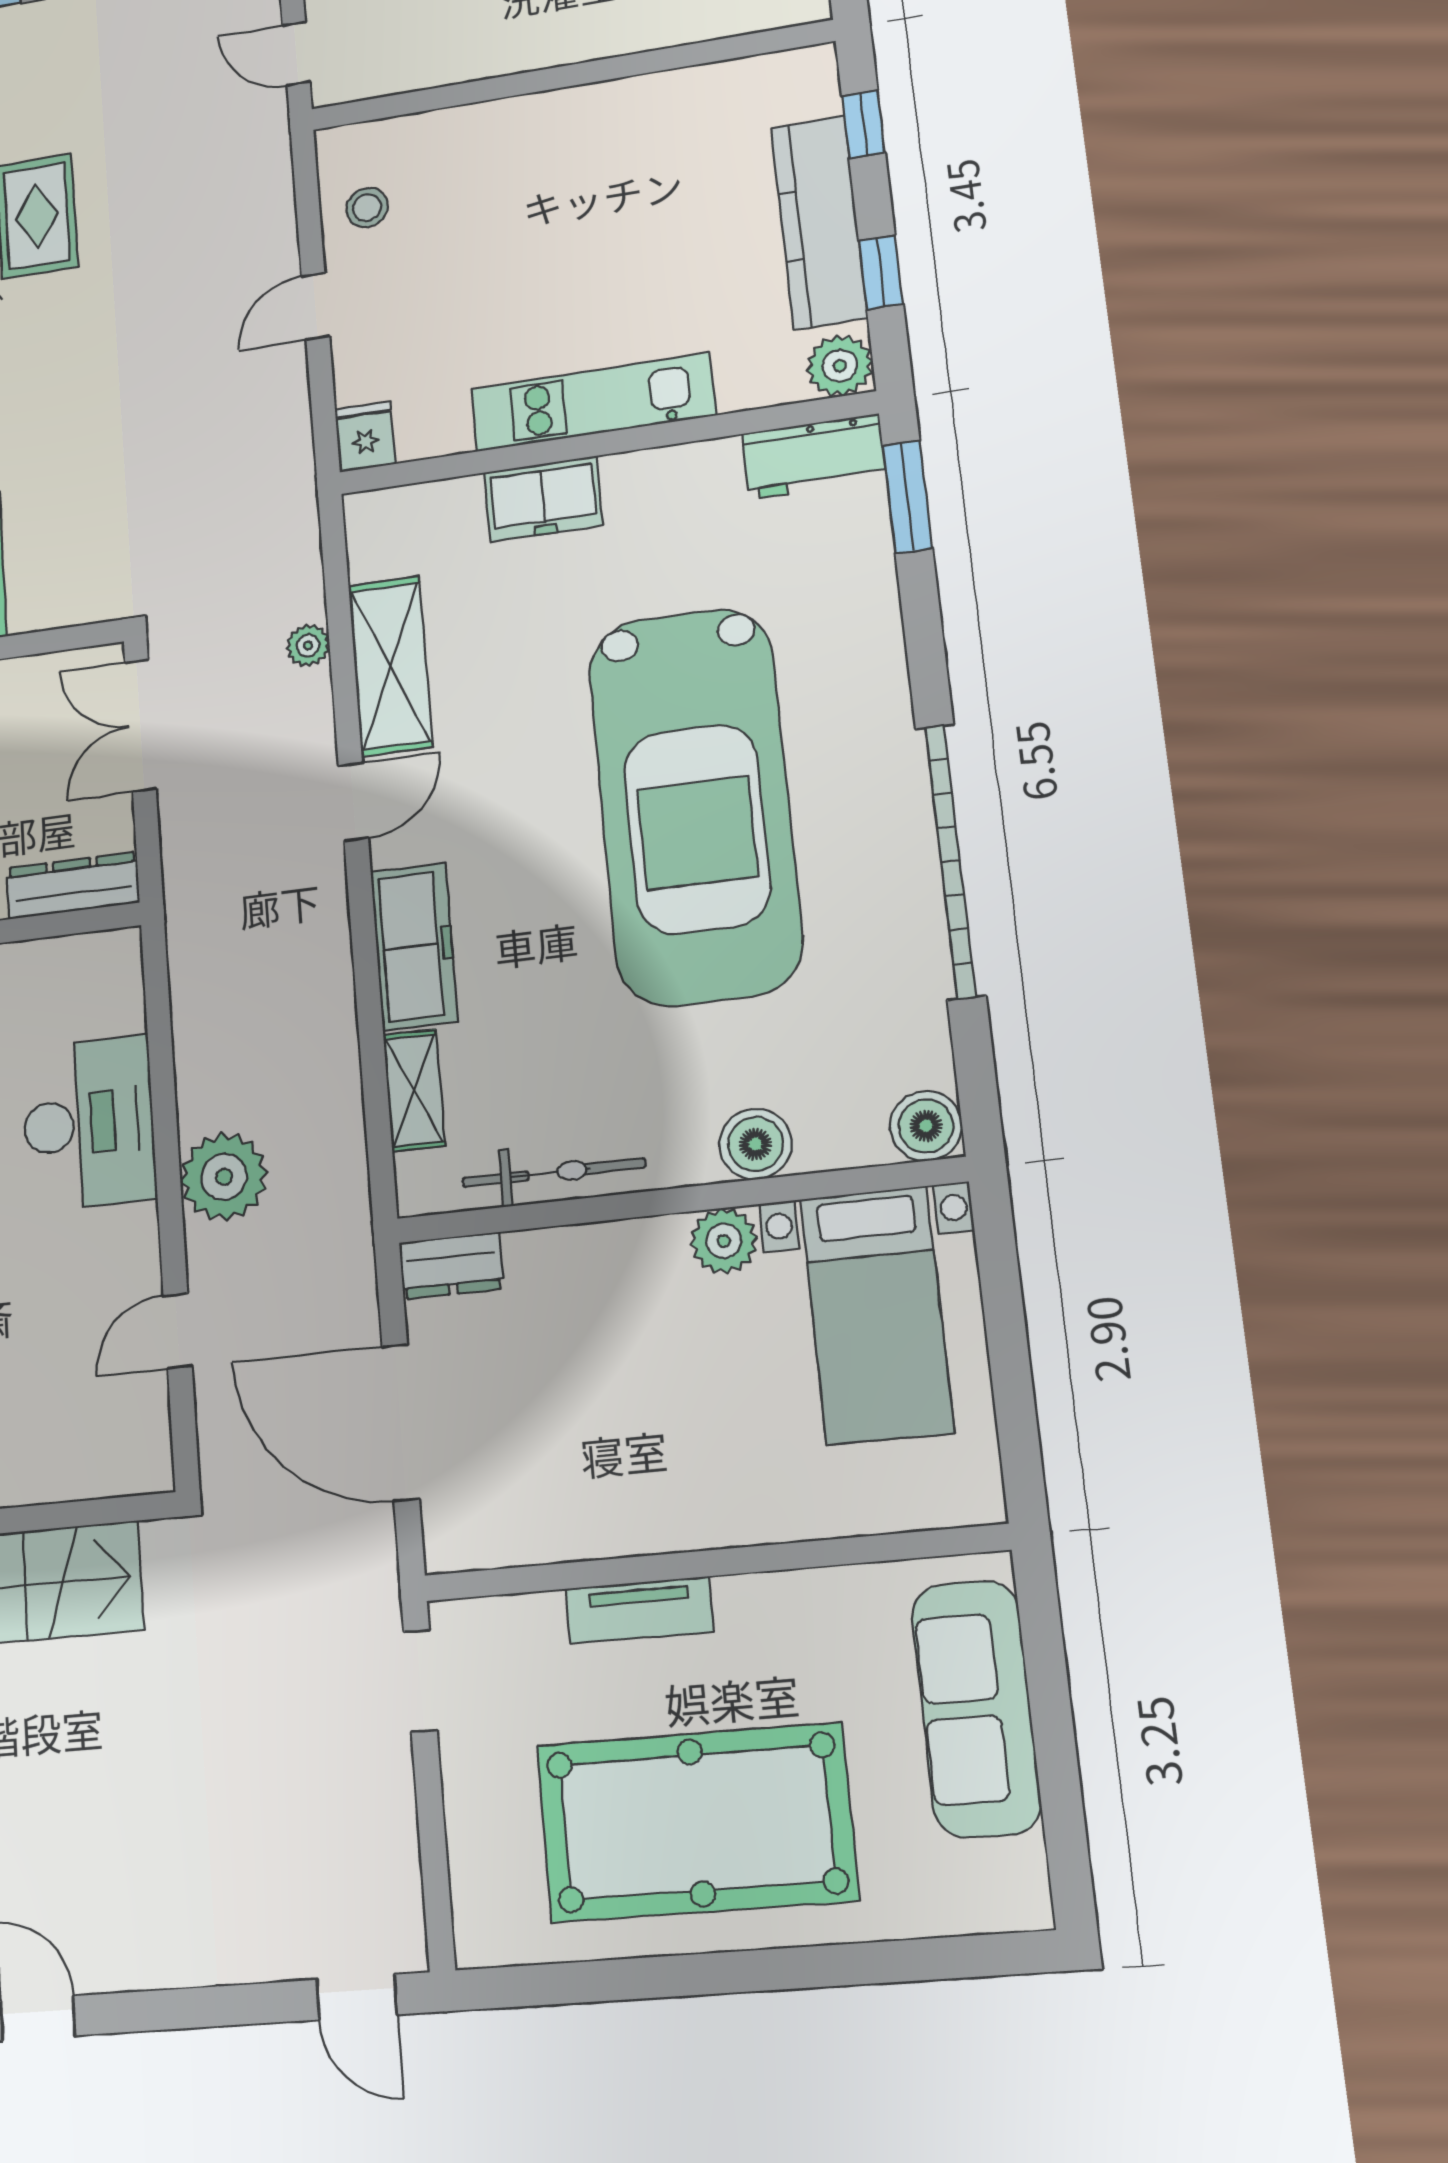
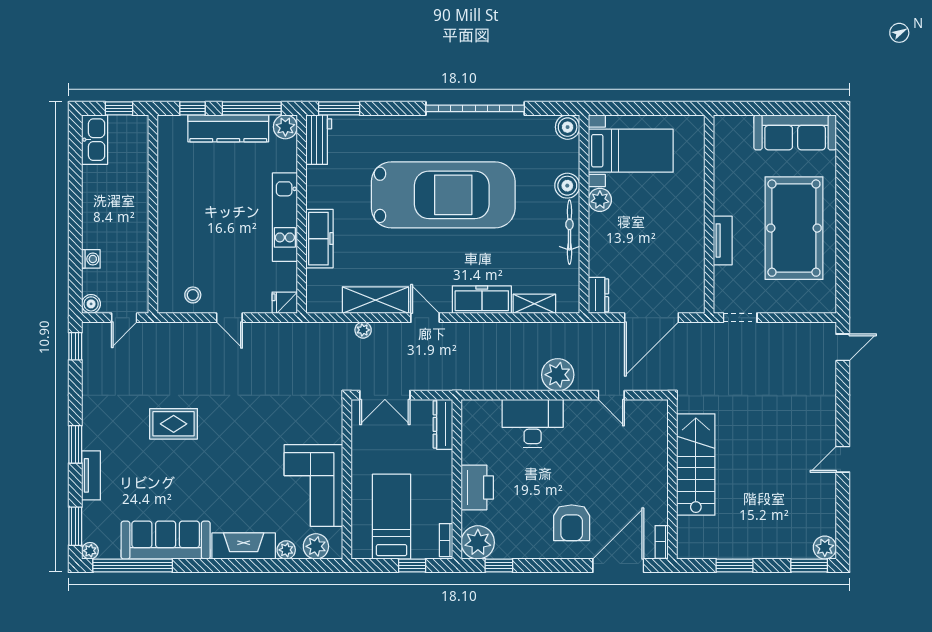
window: (881, 272) -> (252, 108), width x2.17
freezer: (543, 499) -> (320, 239), width x1.40
bicycle: (554, 1173) -> (569, 232), moved
sofa: (976, 1708) -> (795, 132), moved

